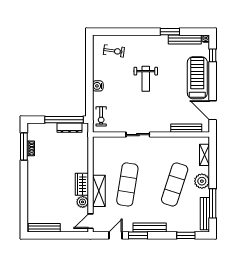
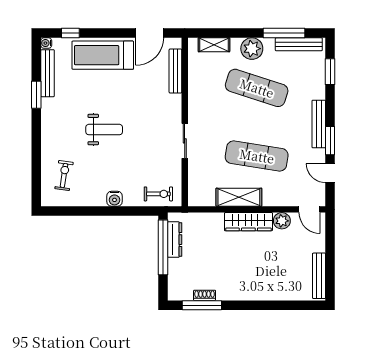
wardrobe: (82, 184) -> (248, 222), width x1.50
shelving: (99, 191) -> (239, 197), moved

